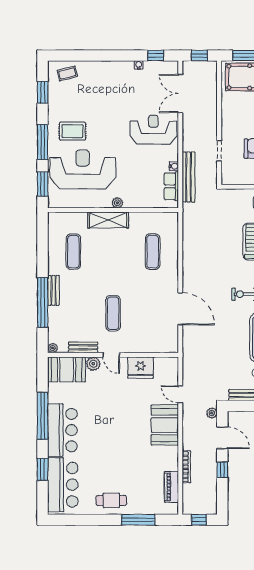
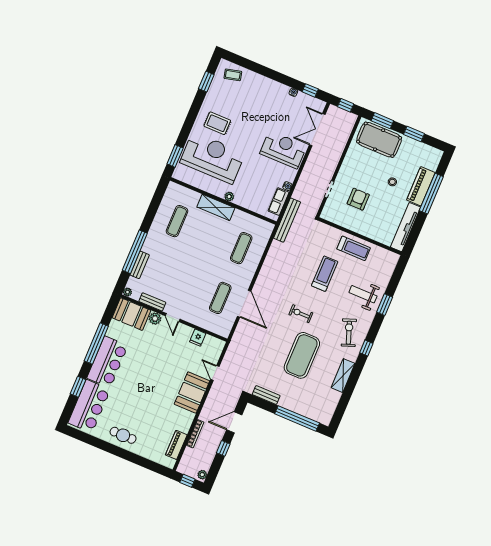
window: (43, 142) -> (189, 122), removed
bench: (188, 177) -> (287, 220), moved
bench: (53, 290) -> (140, 265), moved
exercise mat: (113, 313) -> (220, 298), moved
fridge: (141, 368) -> (198, 338), width x0.53, depth x0.75
plant: (212, 413) -> (202, 475), moved
door: (222, 438) -> (234, 422), swing flipped
window: (138, 520) -> (138, 460), removed

